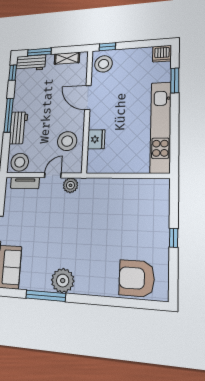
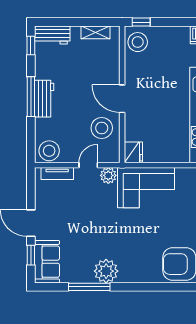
window: (39, 52) -> (62, 22), removed
door: (88, 98) -> (122, 99), moved
workbench: (18, 128) -> (44, 99), moved
fridge: (96, 139) -> (133, 152), moved
corner sofa: (105, 198) -> (146, 188), added

